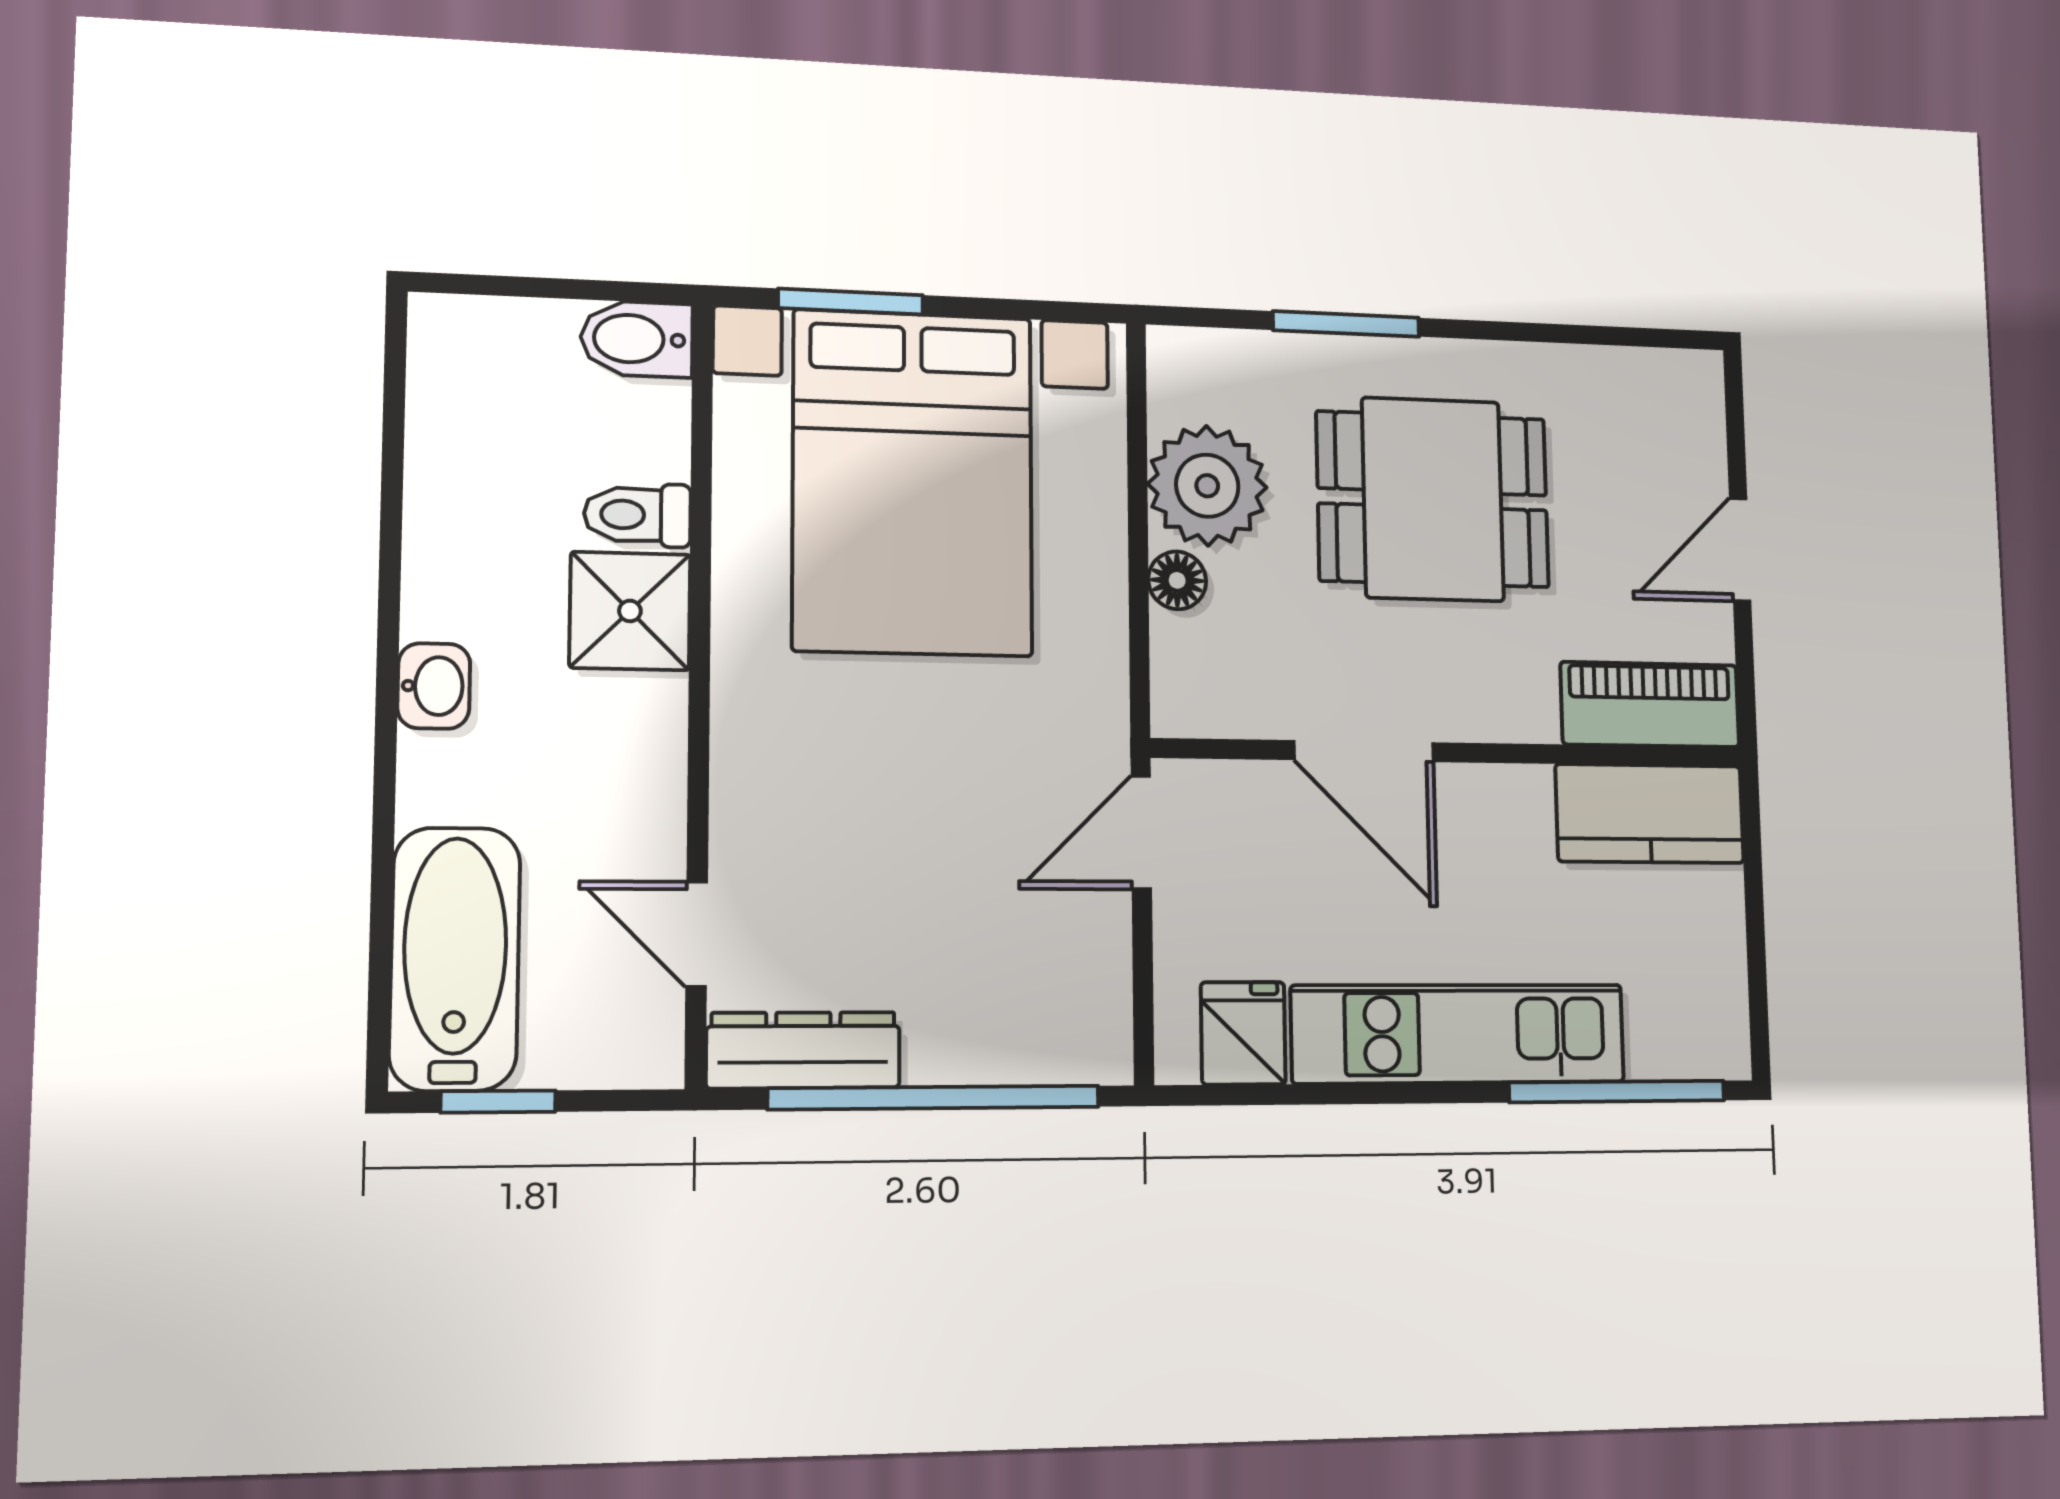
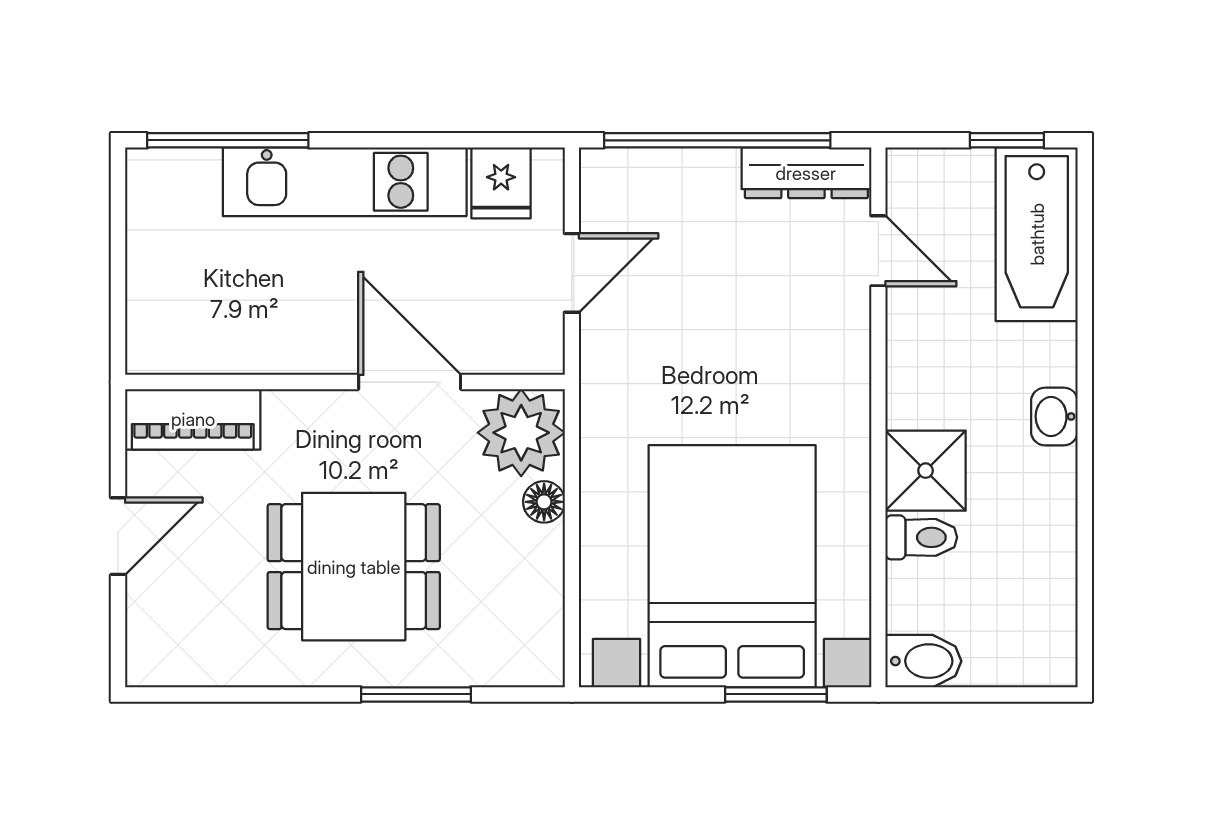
plant: (1207, 486) -> (521, 433), moved
kitchen counter: (1650, 814) -> (196, 340), removed
door: (1141, 833) -> (572, 273), moved

